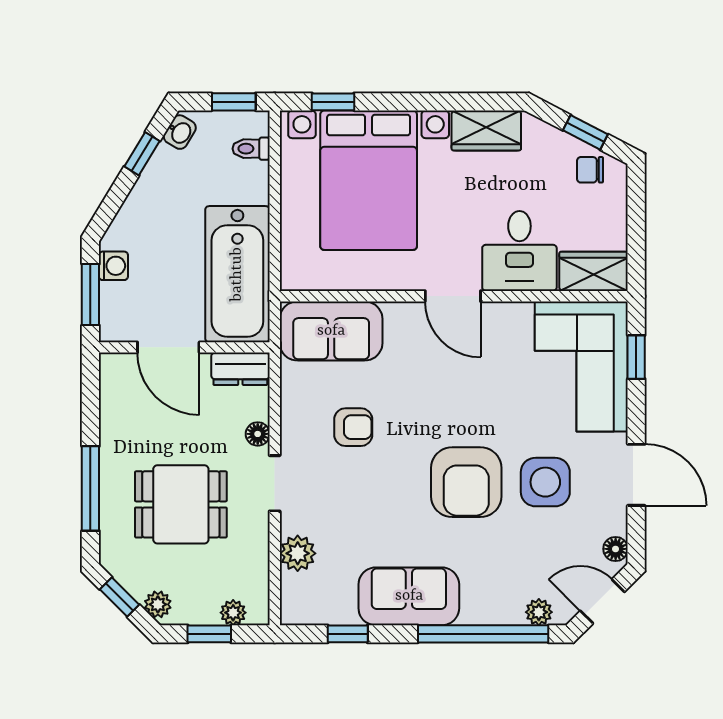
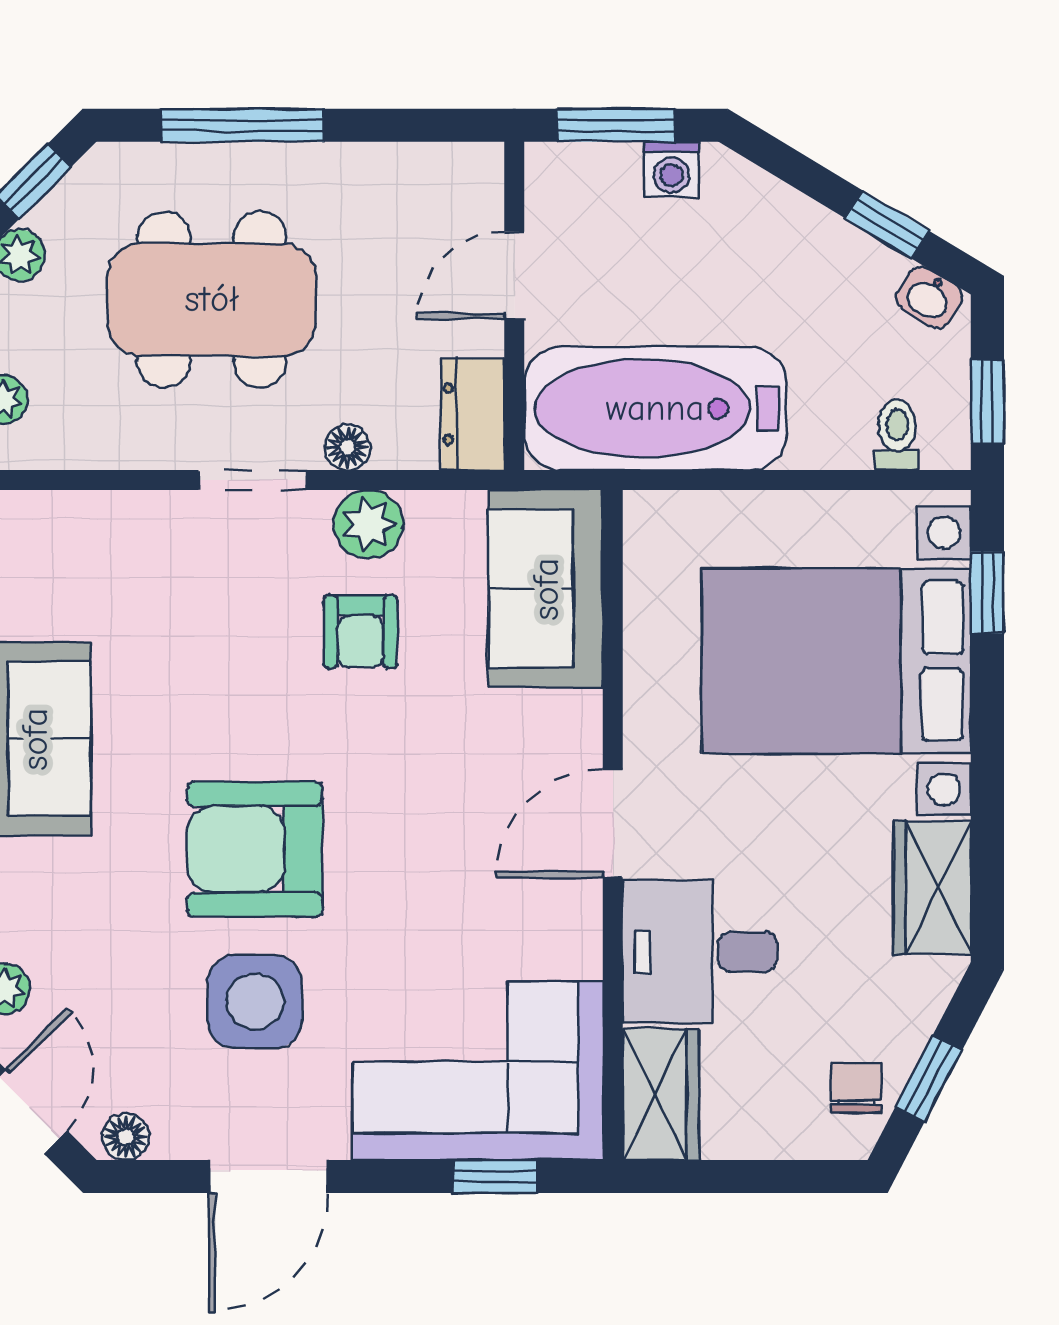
door: (168, 347) -> (514, 275), width x0.73
dining table: (181, 504) -> (212, 299), width x1.38
plant: (298, 553) -> (369, 524), moved

